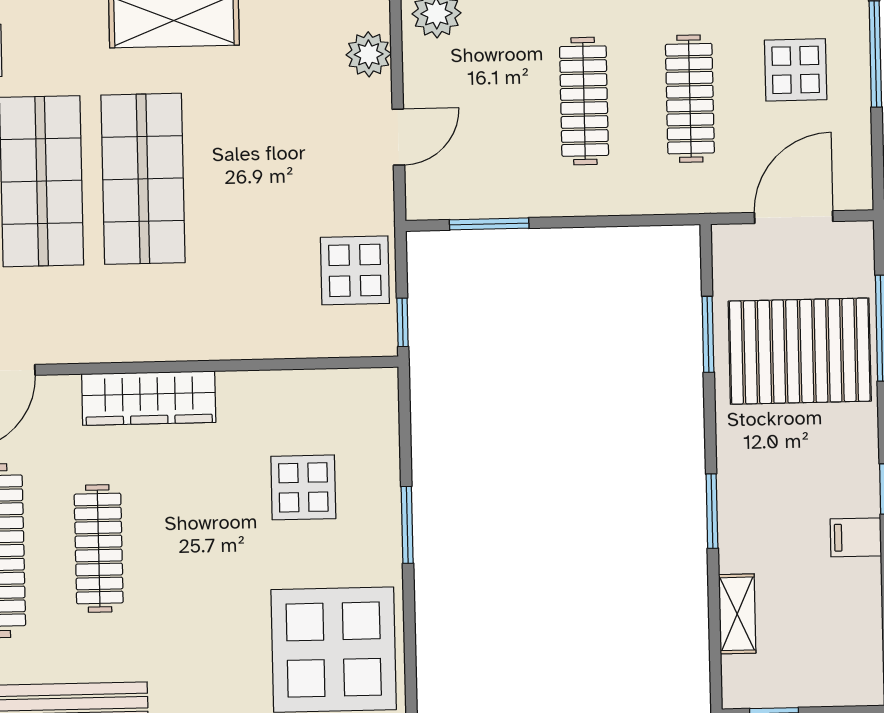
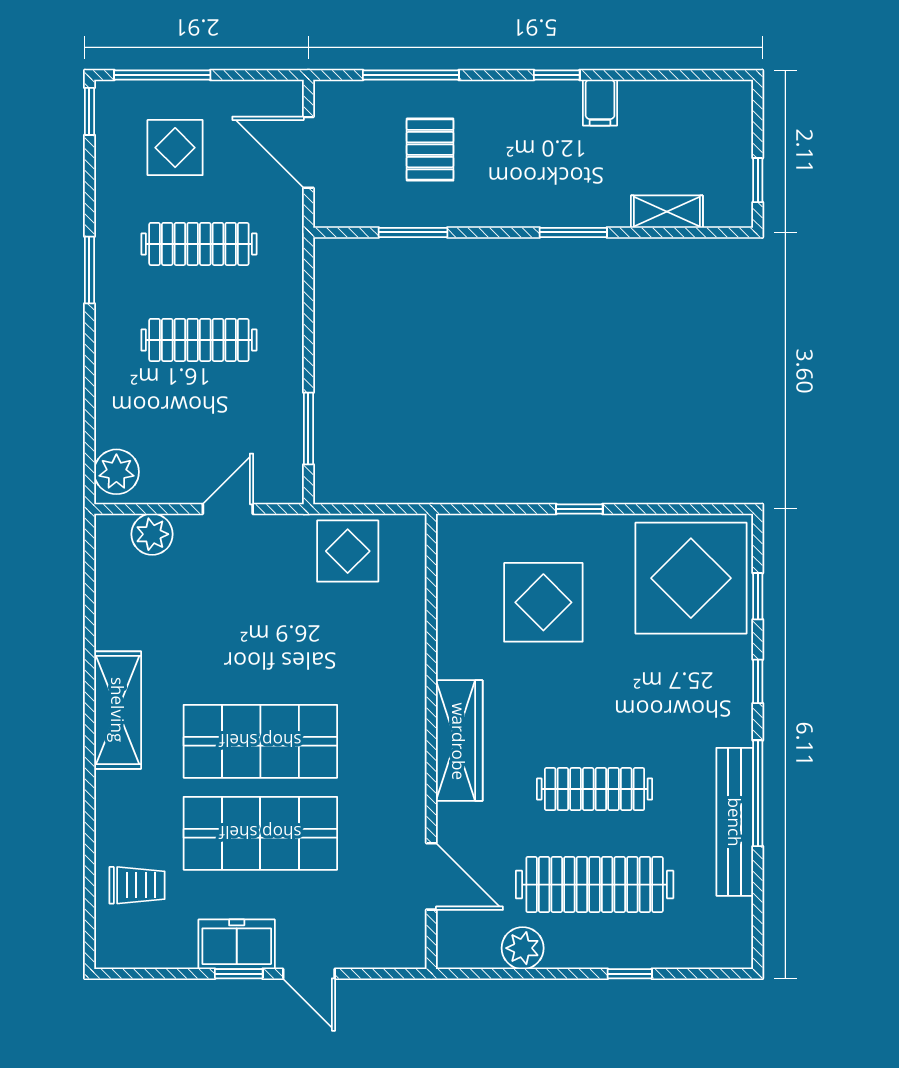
door: (398, 137) -> (228, 509), hinge flipped
window: (403, 322) -> (396, 509), removed
pallet: (800, 351) -> (430, 150), width x0.49, depth x0.50
display table: (303, 487) -> (543, 602), width x1.36, depth x1.36
window: (407, 525) -> (579, 509), width x0.67

